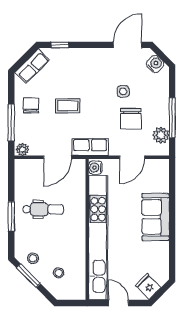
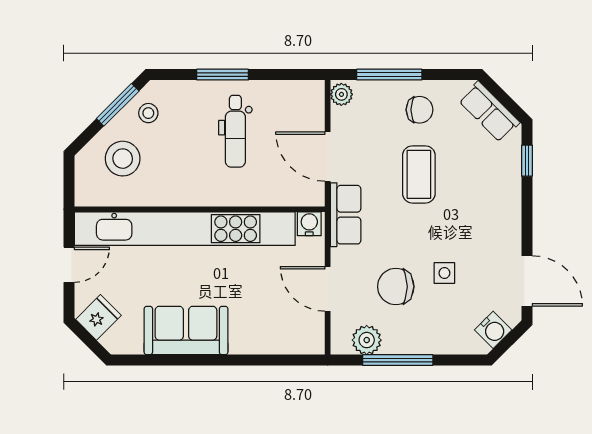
coffee table: (68, 106) -> (419, 174), width x1.36, depth x1.30
sofa: (156, 217) -> (186, 330), moved
stool: (59, 273) -> (123, 159), width x1.89, depth x1.89

